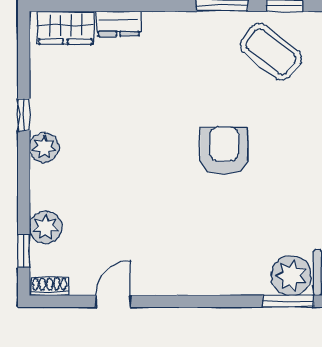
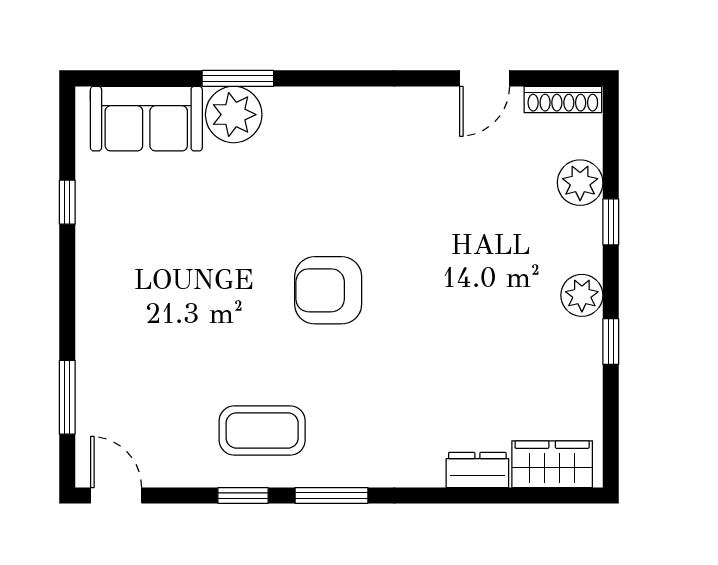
coffee table: (271, 52) -> (262, 430), turned -38
armchair: (224, 151) -> (328, 290), turned 90
window: (24, 251) -> (611, 222), moved
shoe rack: (50, 286) -> (563, 99), width x1.43

